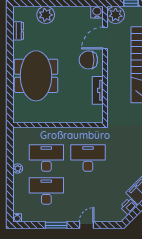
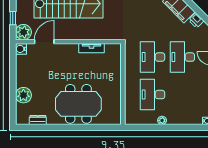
door: (105, 38) -> (44, 42), swing flipped
chair: (88, 60) -> (64, 57), removed
desk: (46, 191) -> (182, 57), moved

